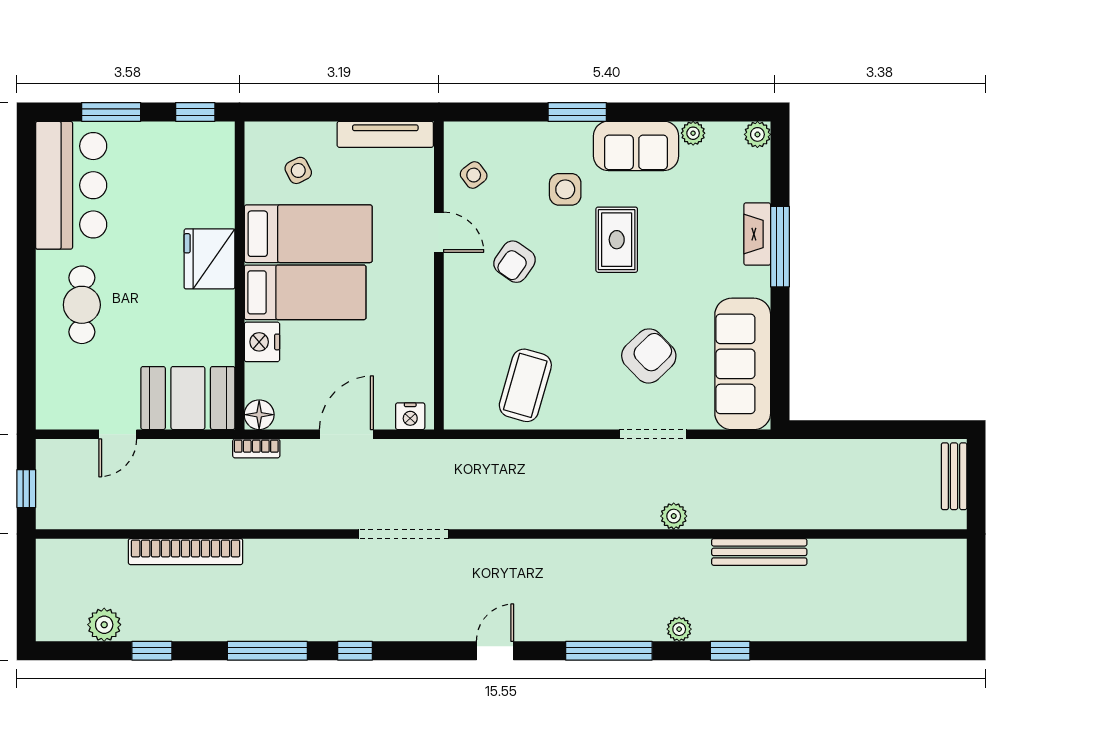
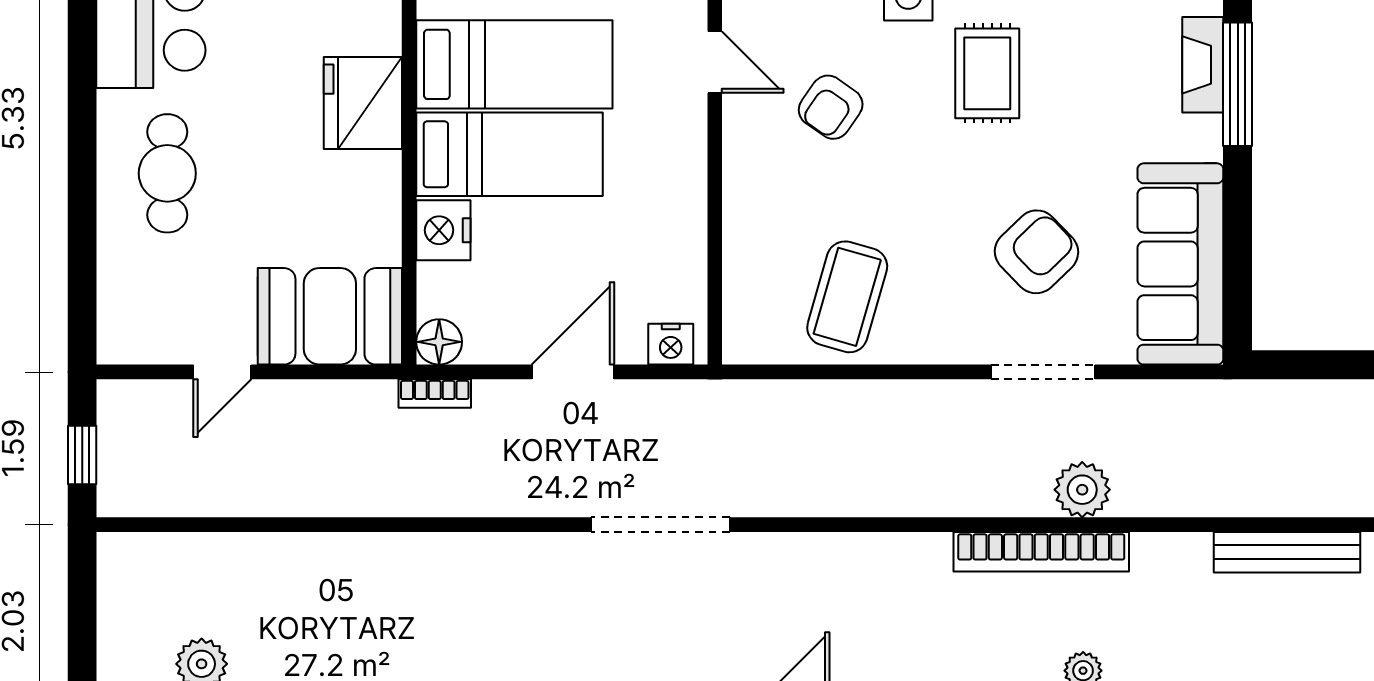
plant: (674, 516) -> (1082, 490), width x1.38, depth x1.38
bookcase: (186, 552) -> (1041, 552), moved
bench: (759, 552) -> (1287, 552), moved

